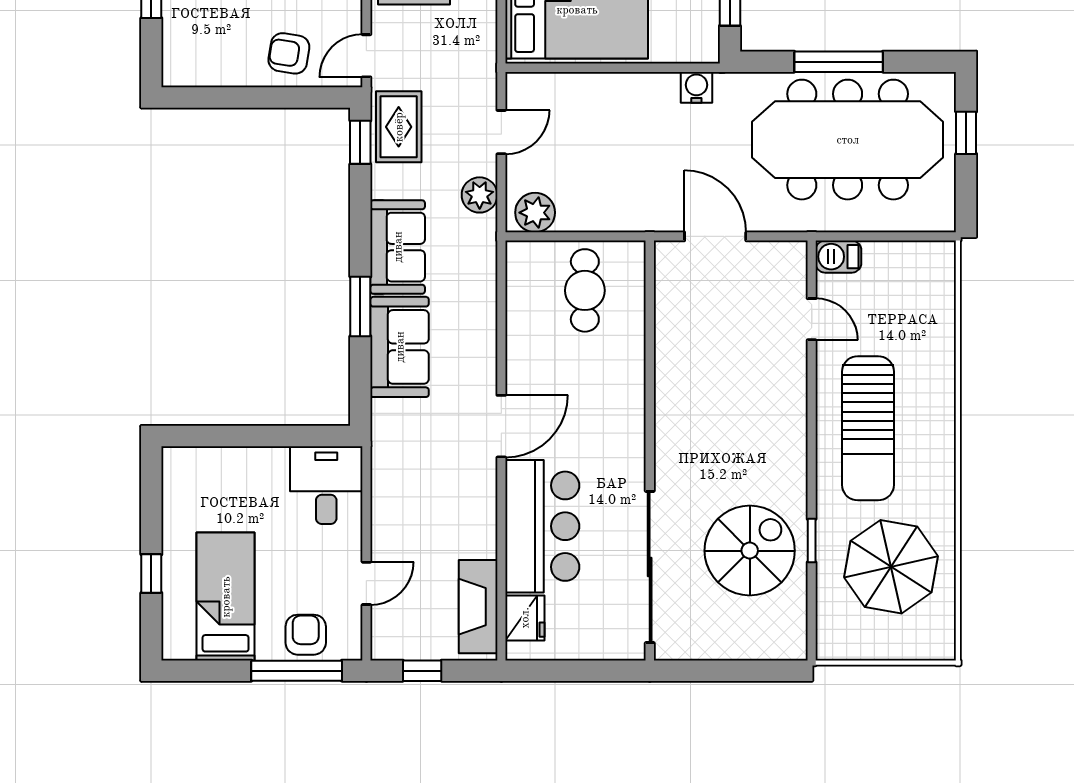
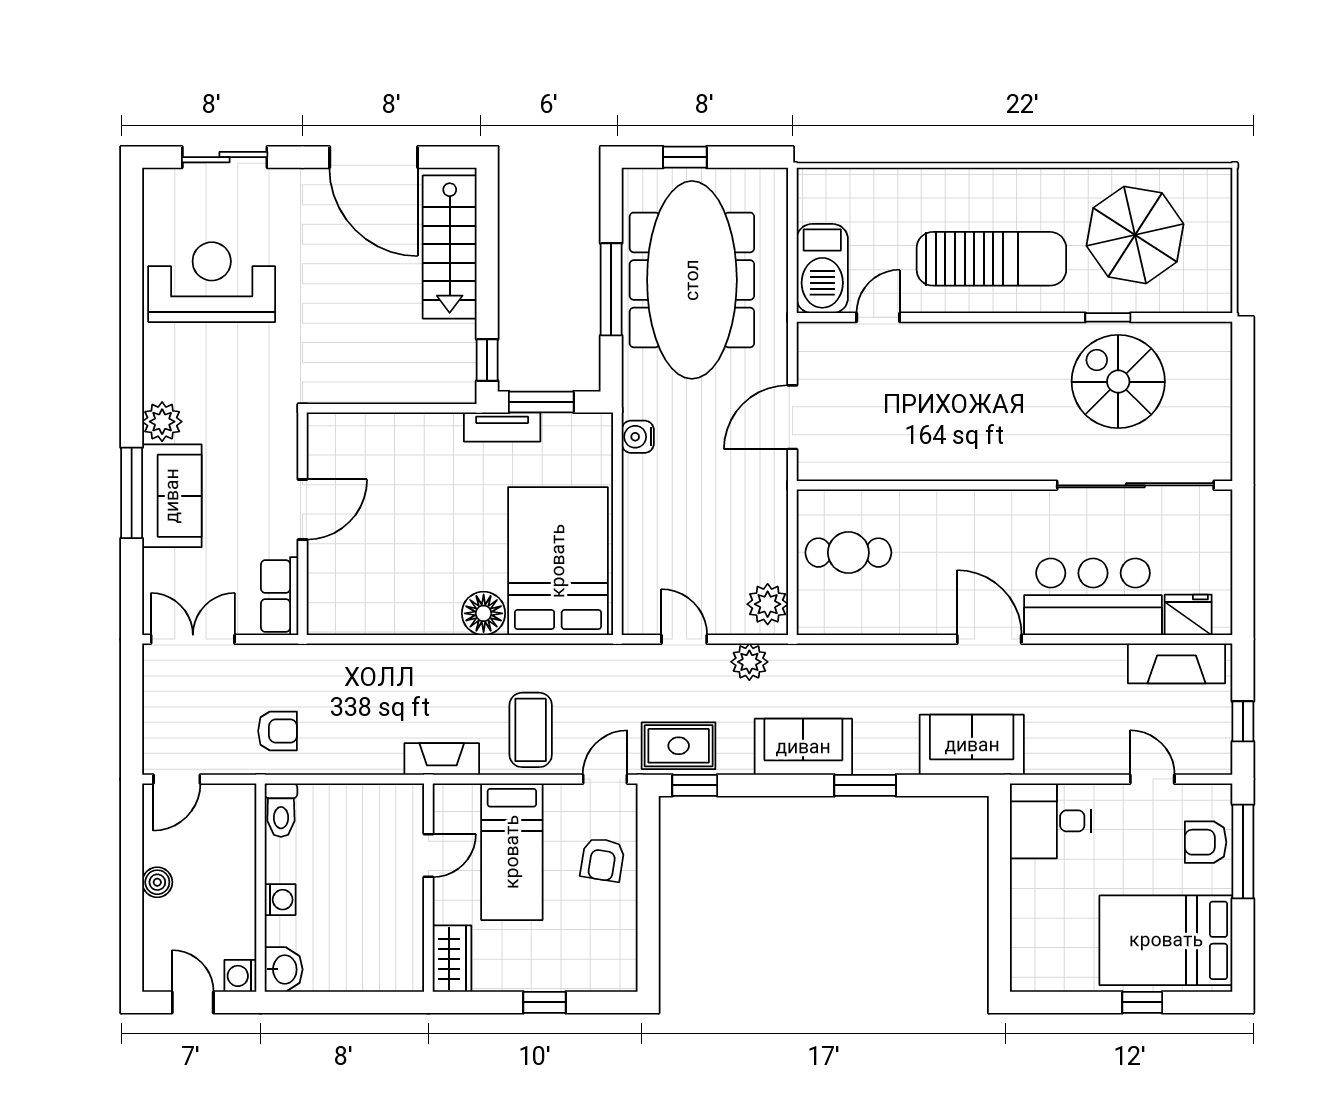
door: (366, 56) -> (605, 779), swing flipped
barbecue: (838, 257) -> (822, 269), width x1.88, depth x1.53
sofa: (400, 347) -> (972, 745), moved
bed: (226, 597) -> (1166, 940), width x1.50

